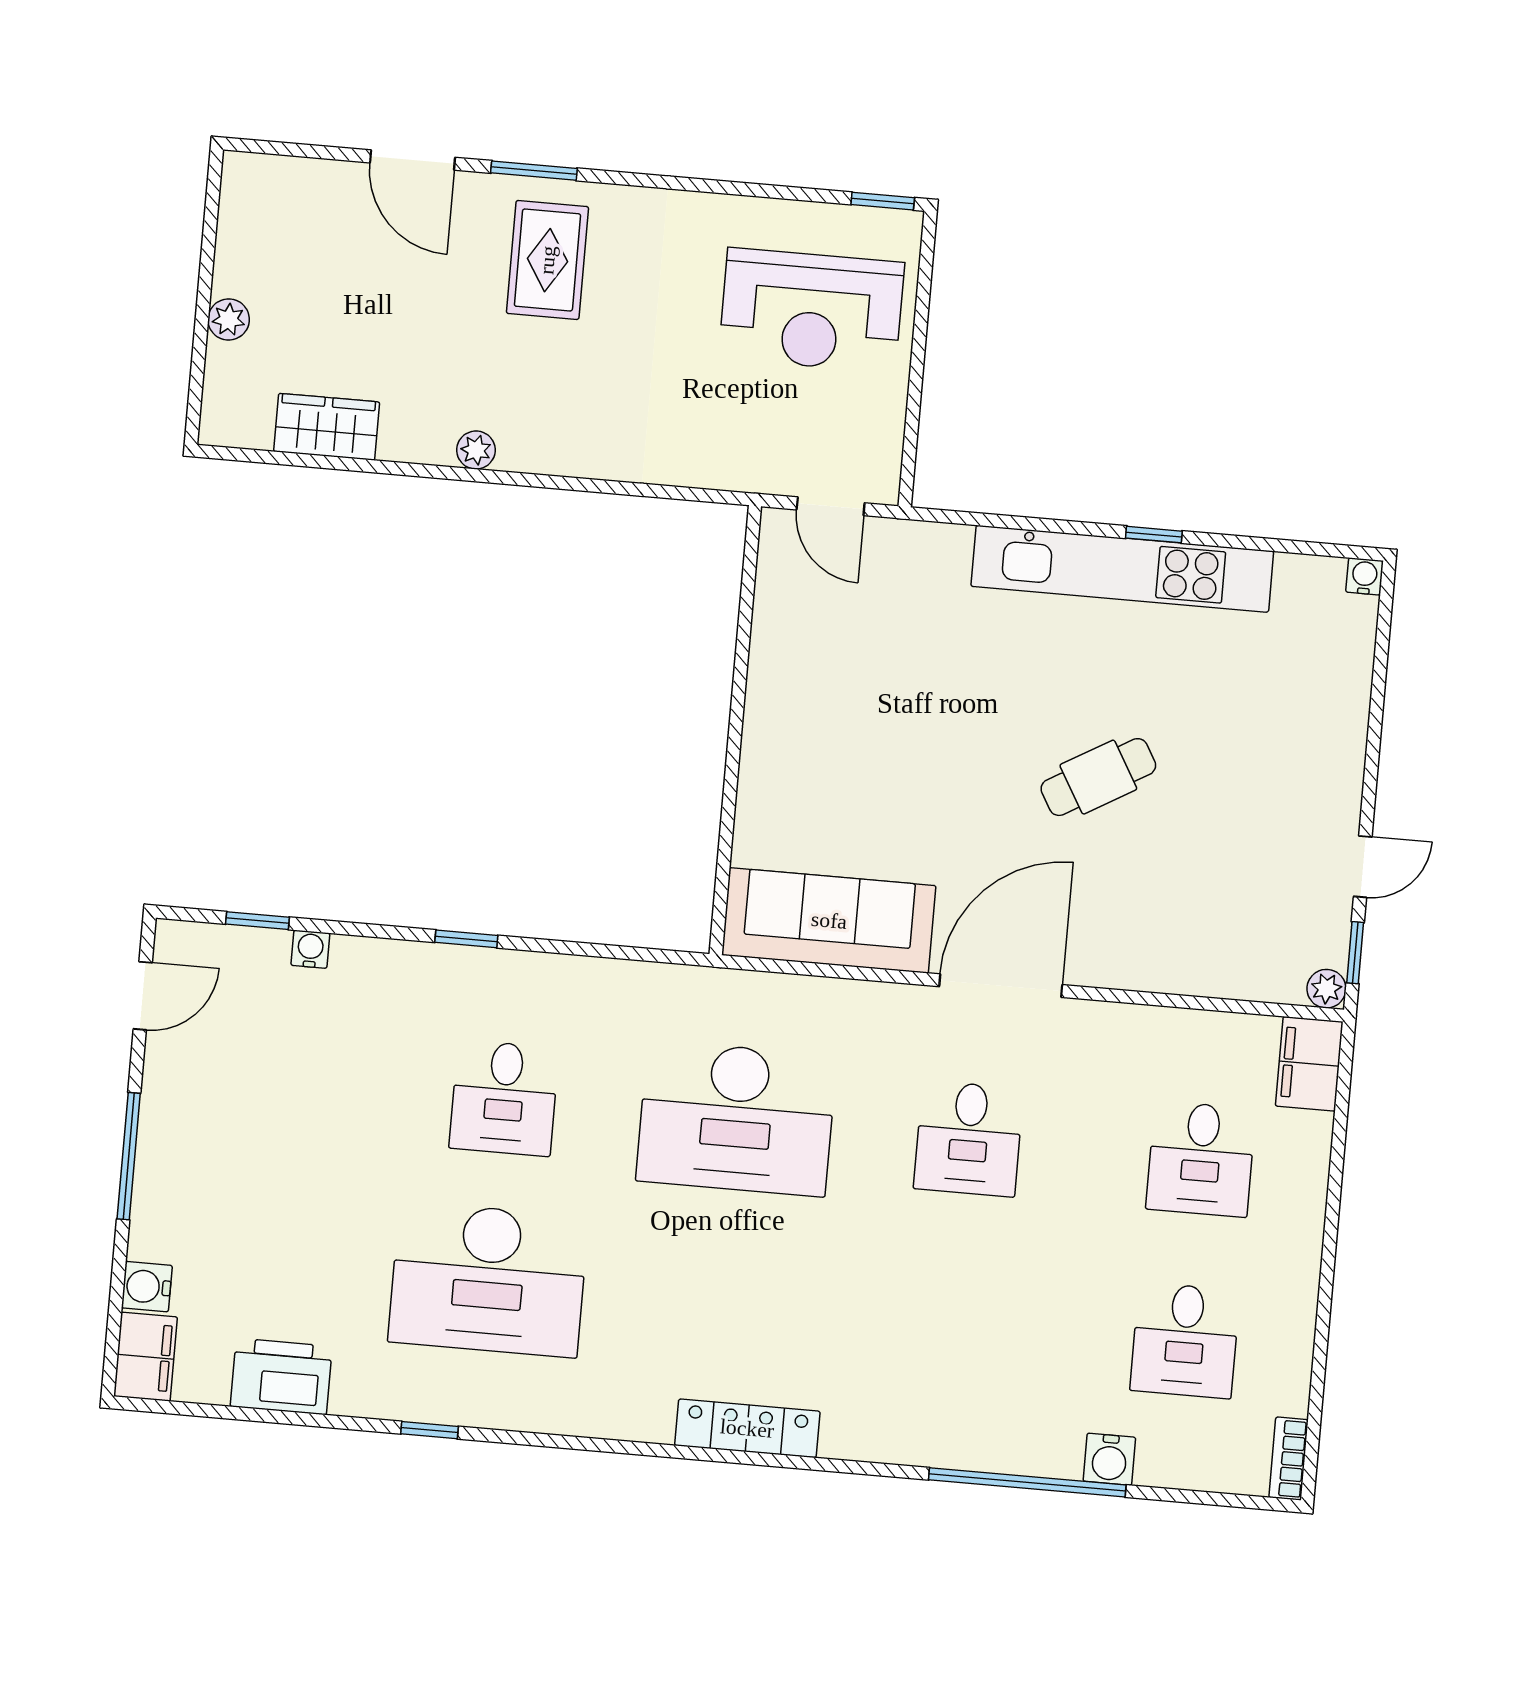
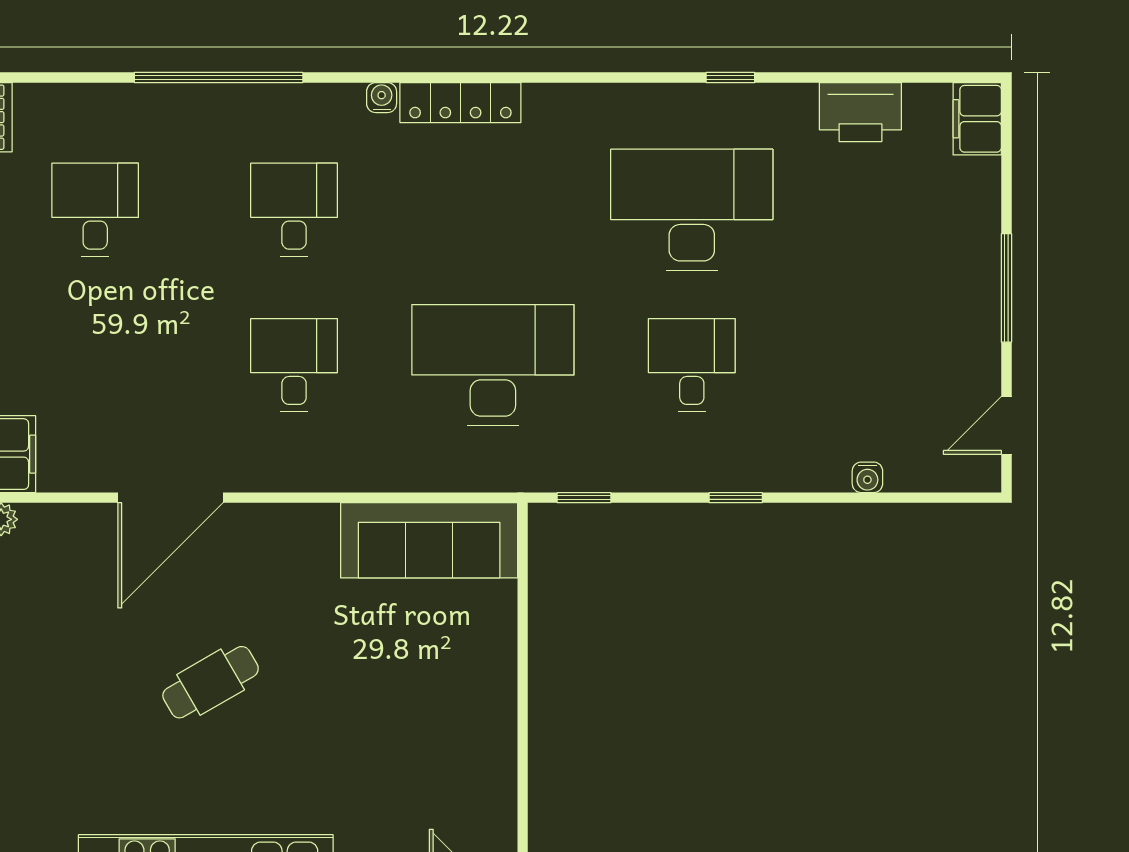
window: (257, 921) -> (584, 498), moved
door: (1001, 986) -> (170, 498), moved
desk: (1201, 1159) -> (294, 210), moved
water cooler: (147, 1287) -> (981, 178), removed
water cooler: (1109, 1459) -> (382, 98), moved, width x0.72, depth x0.72

